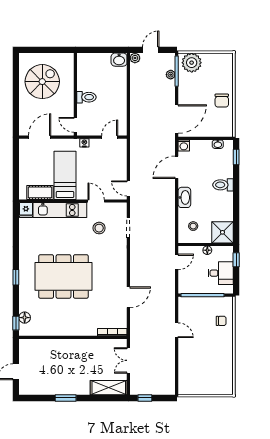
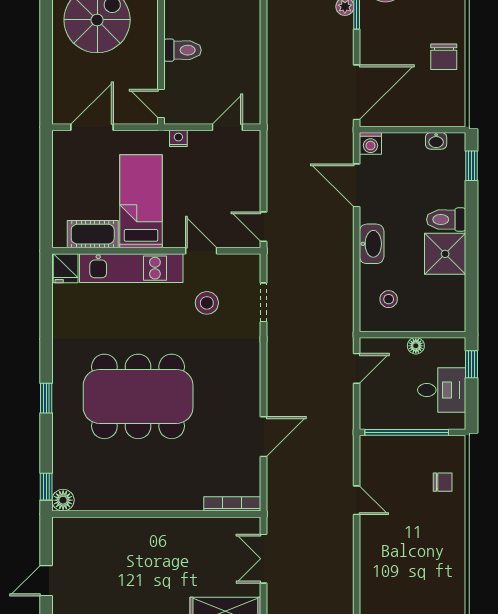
door: (177, 167) -> (357, 185), hinge flipped
shower: (222, 232) -> (445, 254), moved
floor lamp: (25, 318) -> (63, 500), moved

